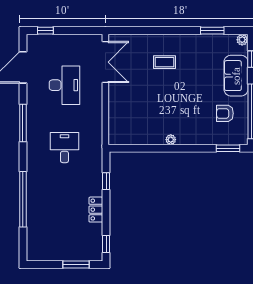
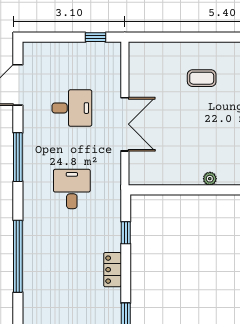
window: (45, 31) -> (96, 37), moved
double door: (105, 62) -> (125, 124), moved
desk: (64, 85) -> (72, 108), width x0.73

